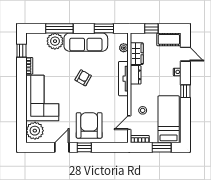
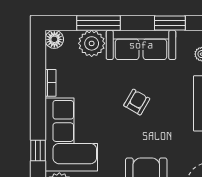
floor lamp: (32, 39) -> (54, 39), added
window: (21, 51) -> (38, 150), moved

